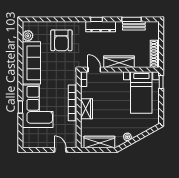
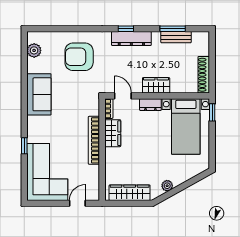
armchair: (61, 40) -> (79, 57), turned 90
wardrobe: (119, 62) -> (156, 85), width x0.67
sofa: (31, 63) -> (39, 94), width x0.73
dresser: (115, 76) -> (150, 105), added
corner sofa: (38, 106) -> (47, 172), moved
wardrobe: (87, 109) -> (113, 133), moved
door: (60, 150) -> (77, 203), hinge flipped

